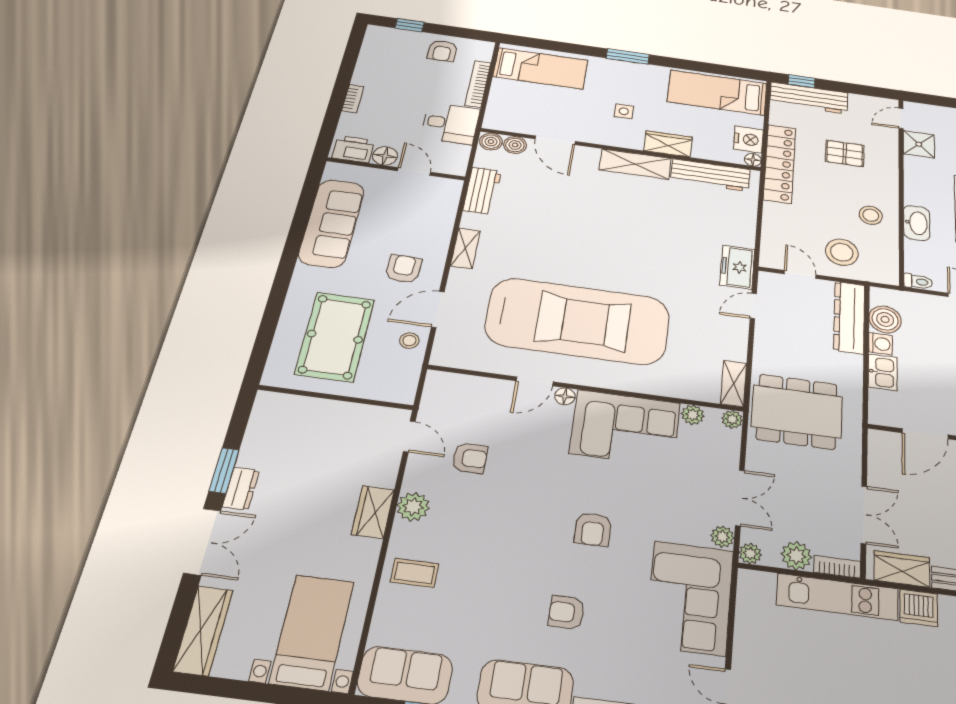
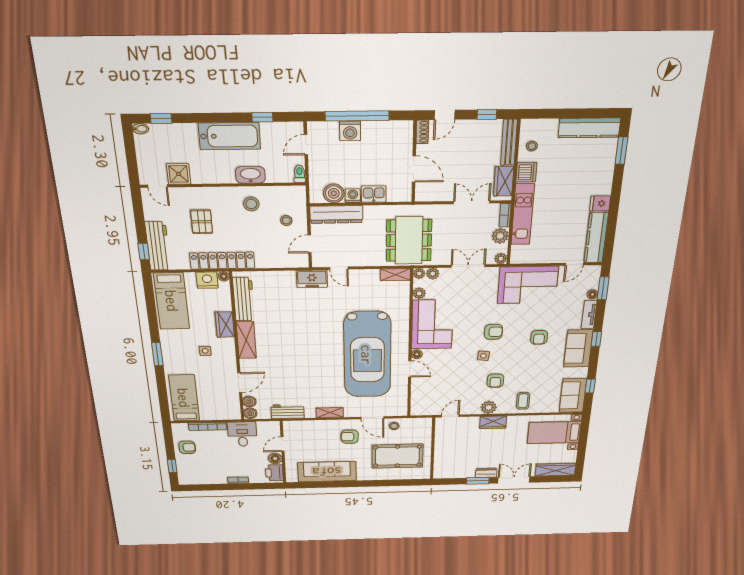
stool: (842, 252) -> (286, 220), width x0.53, depth x0.53
car: (578, 321) -> (367, 355), turned 180
armchair: (470, 458) -> (495, 381), moved, turned 180
side table: (541, 507) -> (483, 356), added
plant: (722, 537) -> (433, 274), moved

